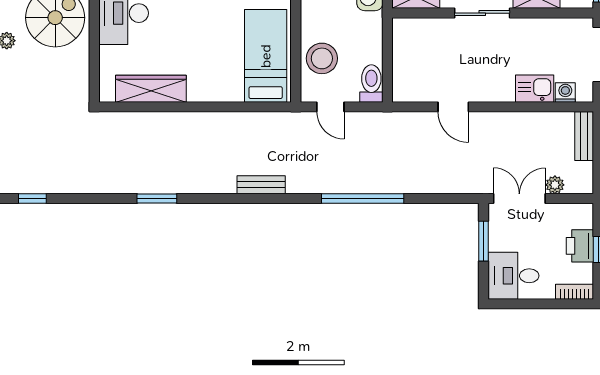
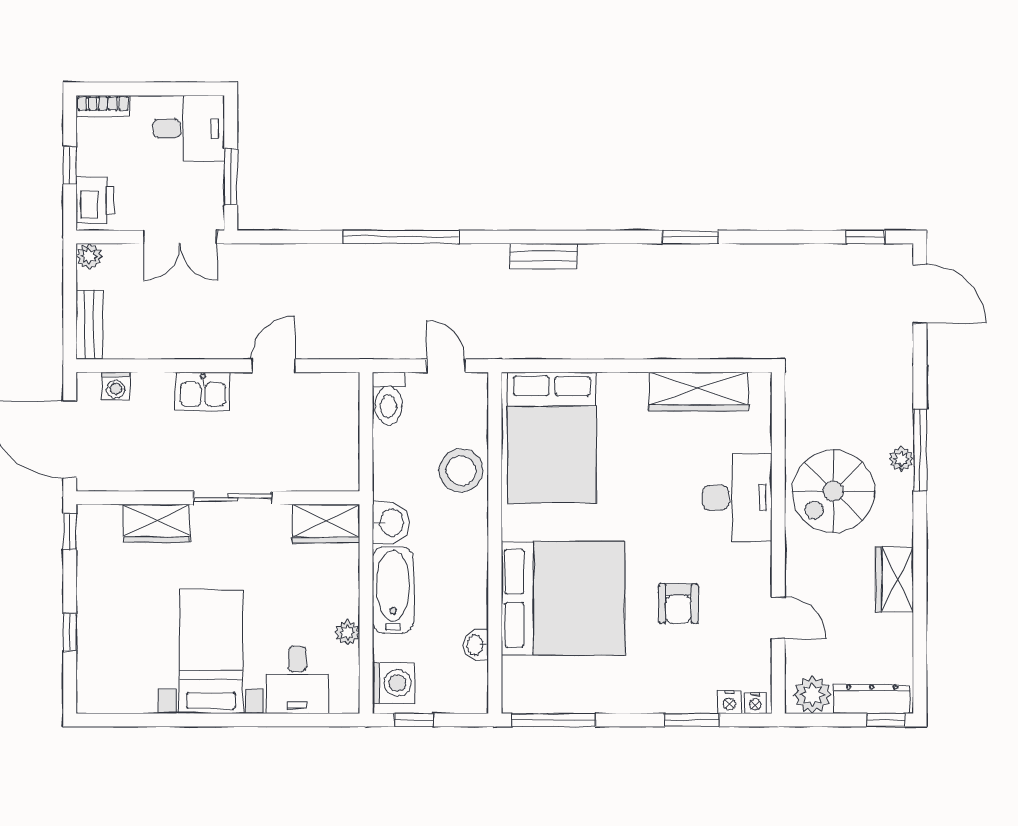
bed: (266, 56) -> (552, 438), width x1.50
stool: (322, 58) -> (461, 470), moved
kitchen sink: (535, 89) -> (203, 392), moved
door: (453, 107) -> (274, 366), hinge flipped
plant: (555, 185) -> (89, 256), moved
printer: (580, 246) -> (95, 200), moved

